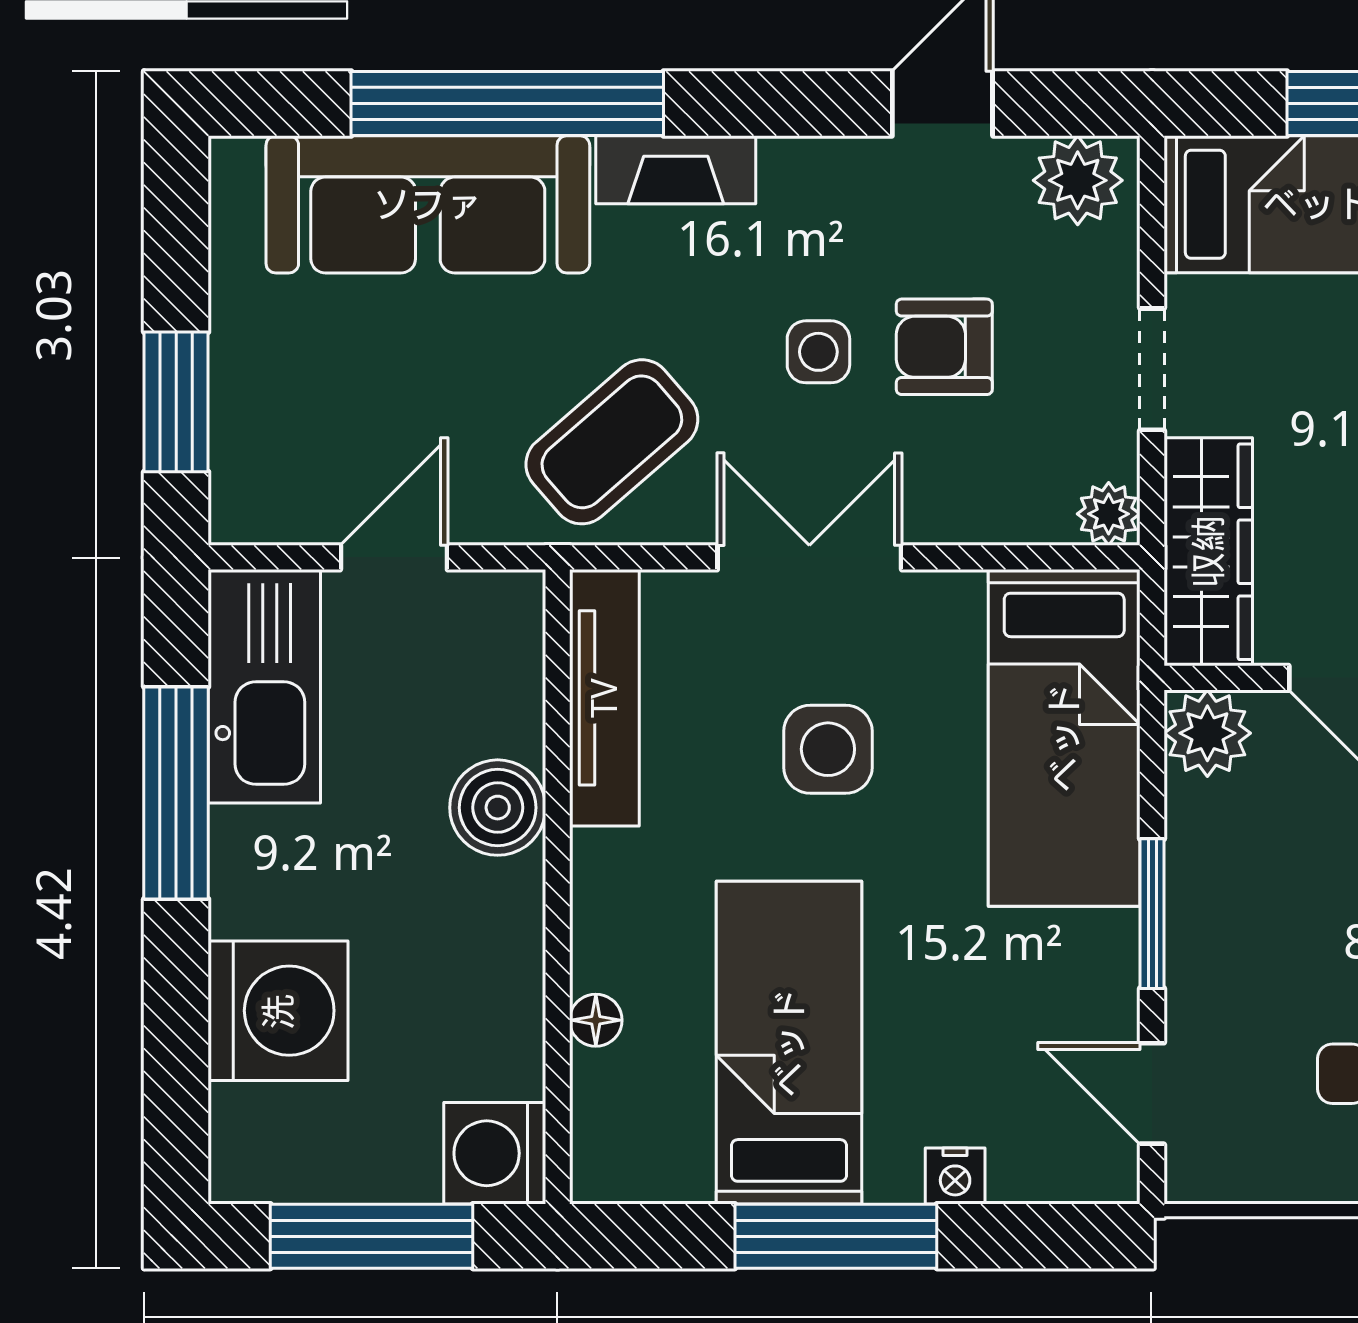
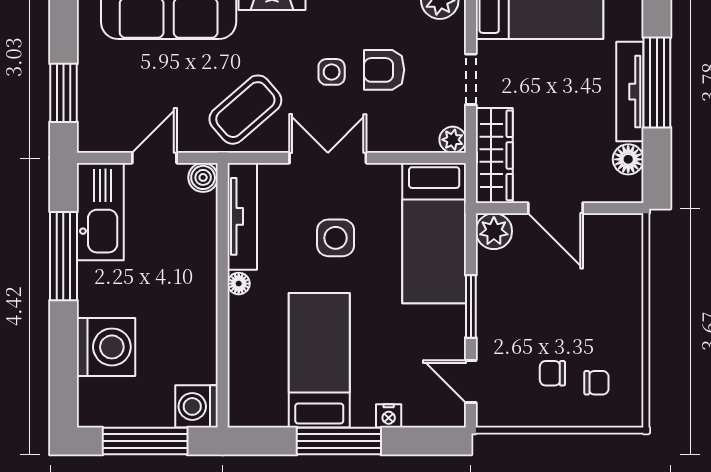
boiler: (498, 808) -> (203, 177), moved, width x0.73, depth x0.73
floor lamp: (596, 1020) -> (239, 284), moved

